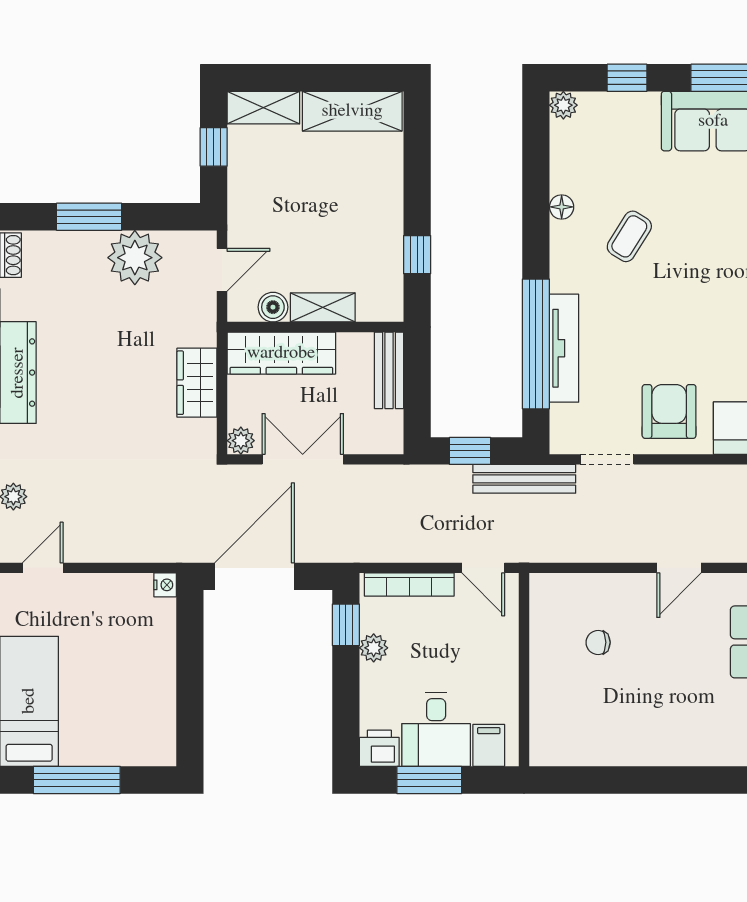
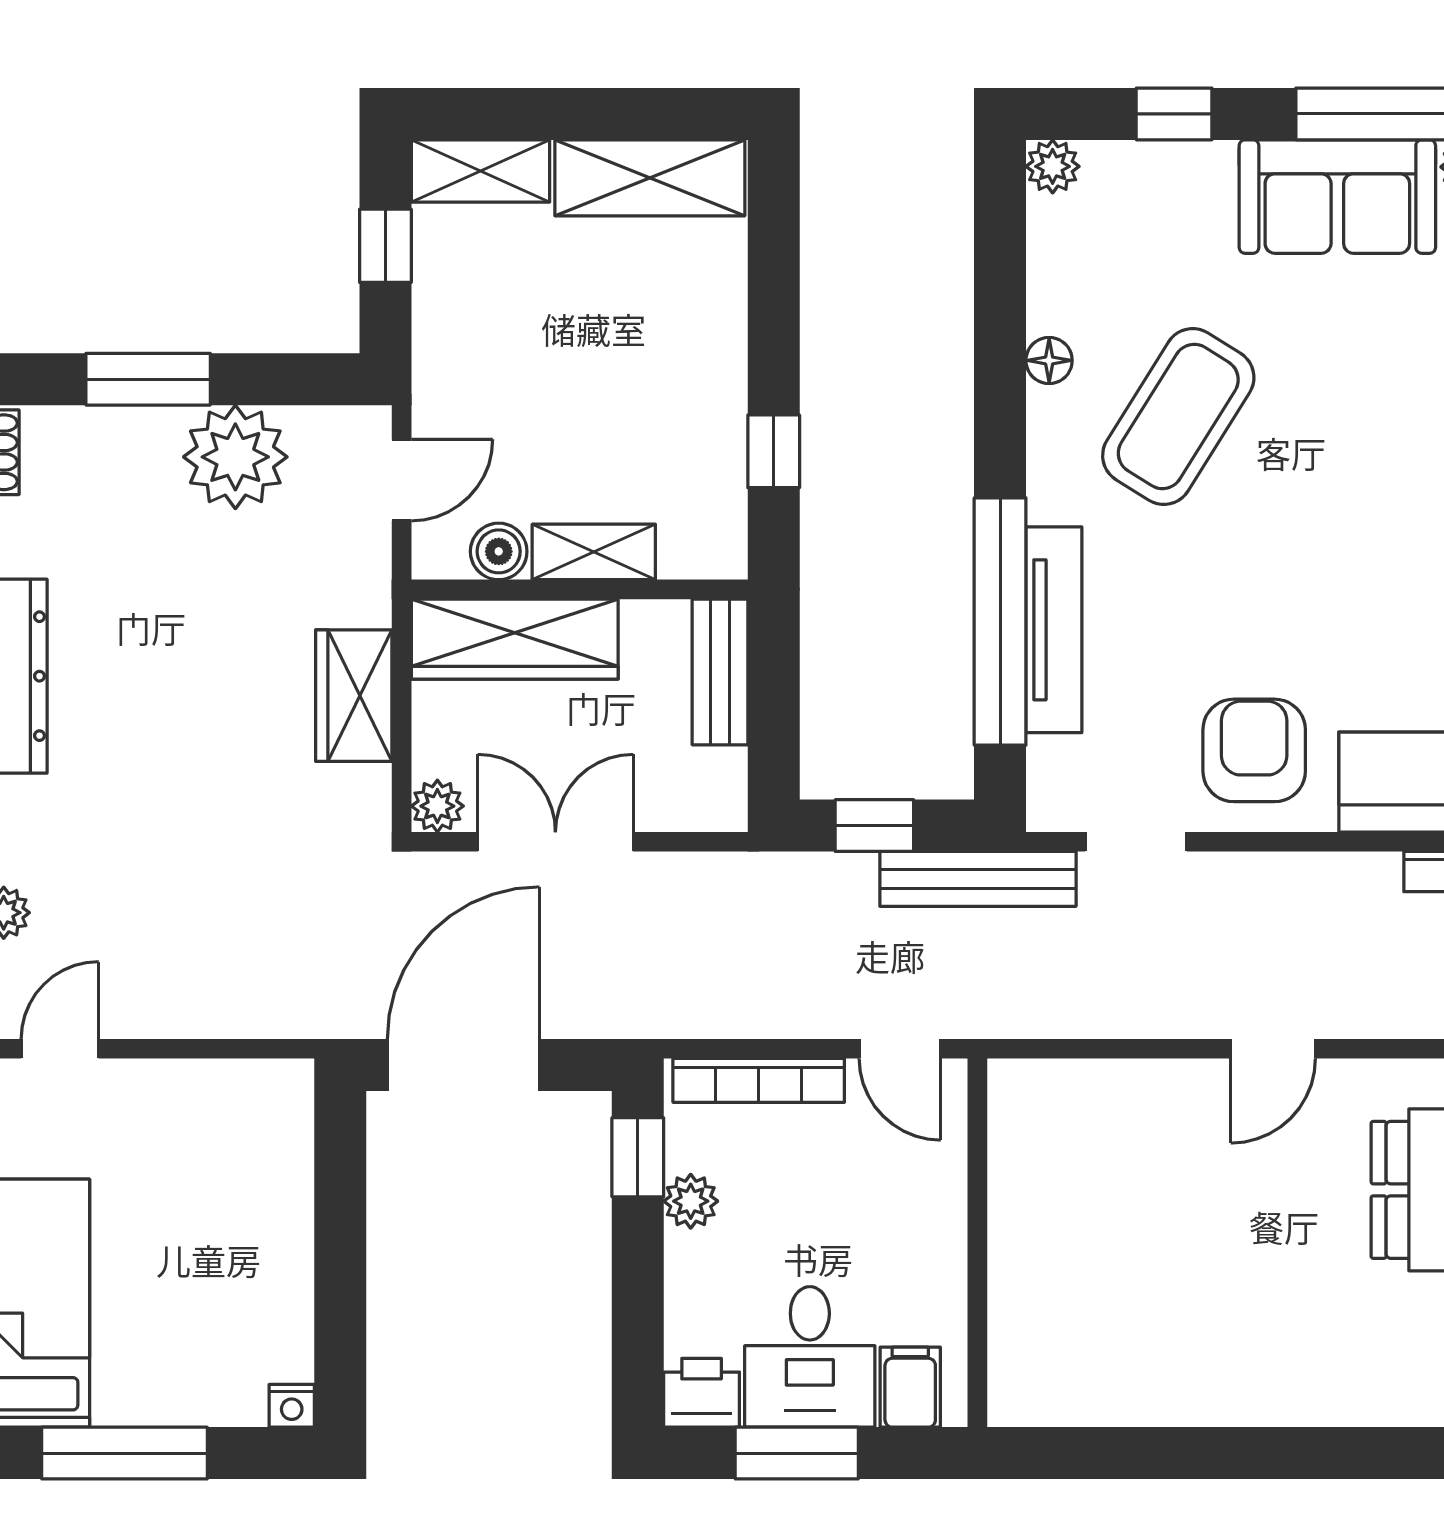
coffee table: (629, 236) -> (1178, 416), width x1.86, depth x1.72
nightstand: (165, 585) -> (292, 1406), moved, turned 90
chair: (598, 642) -> (1119, 1191), removed

